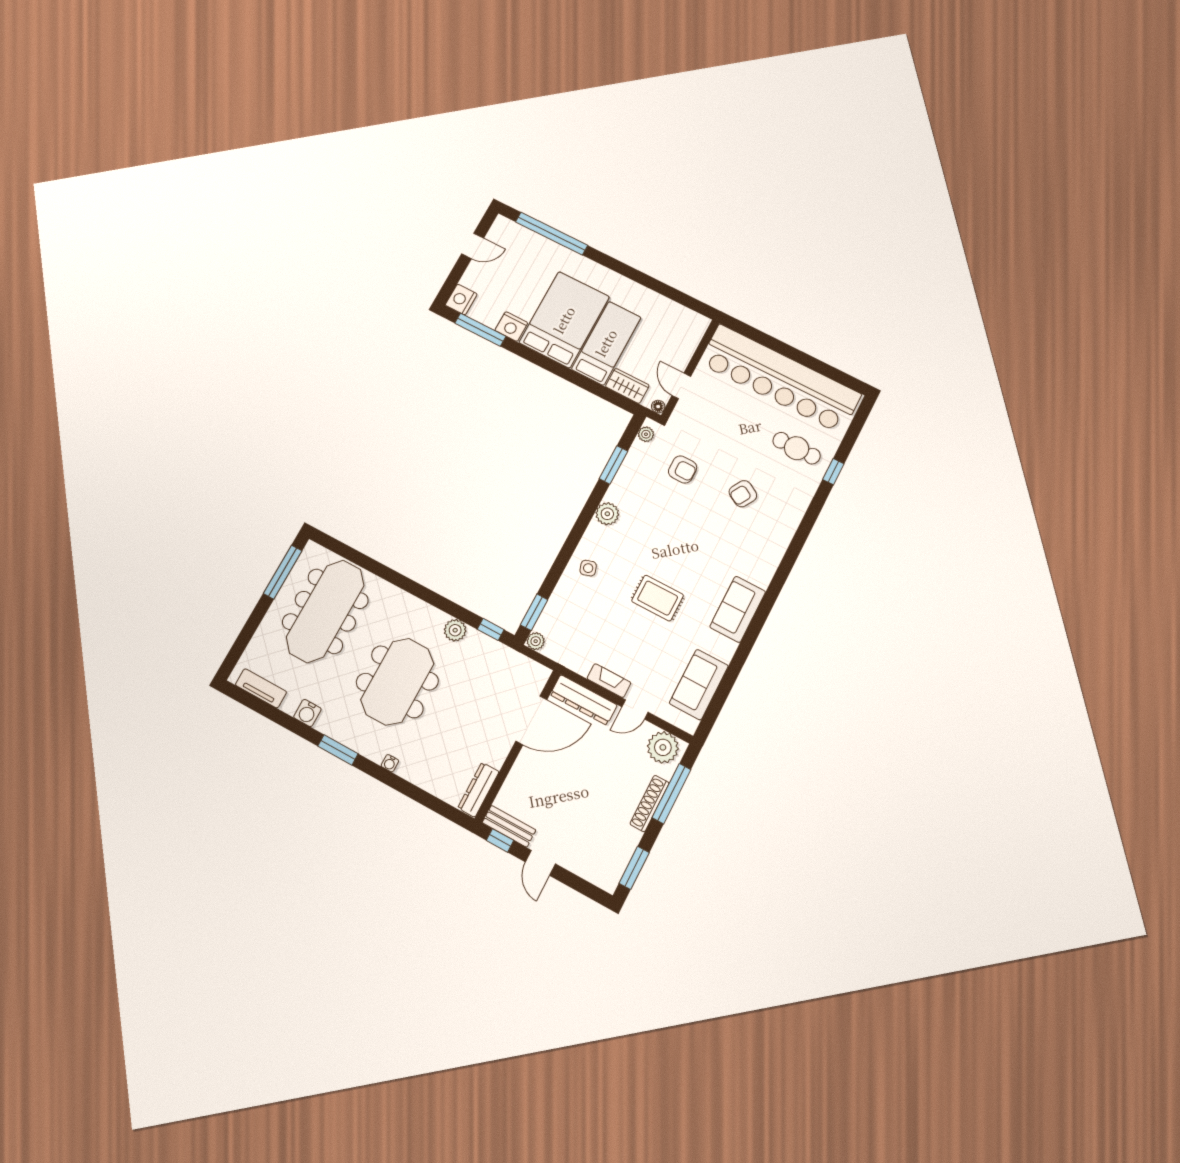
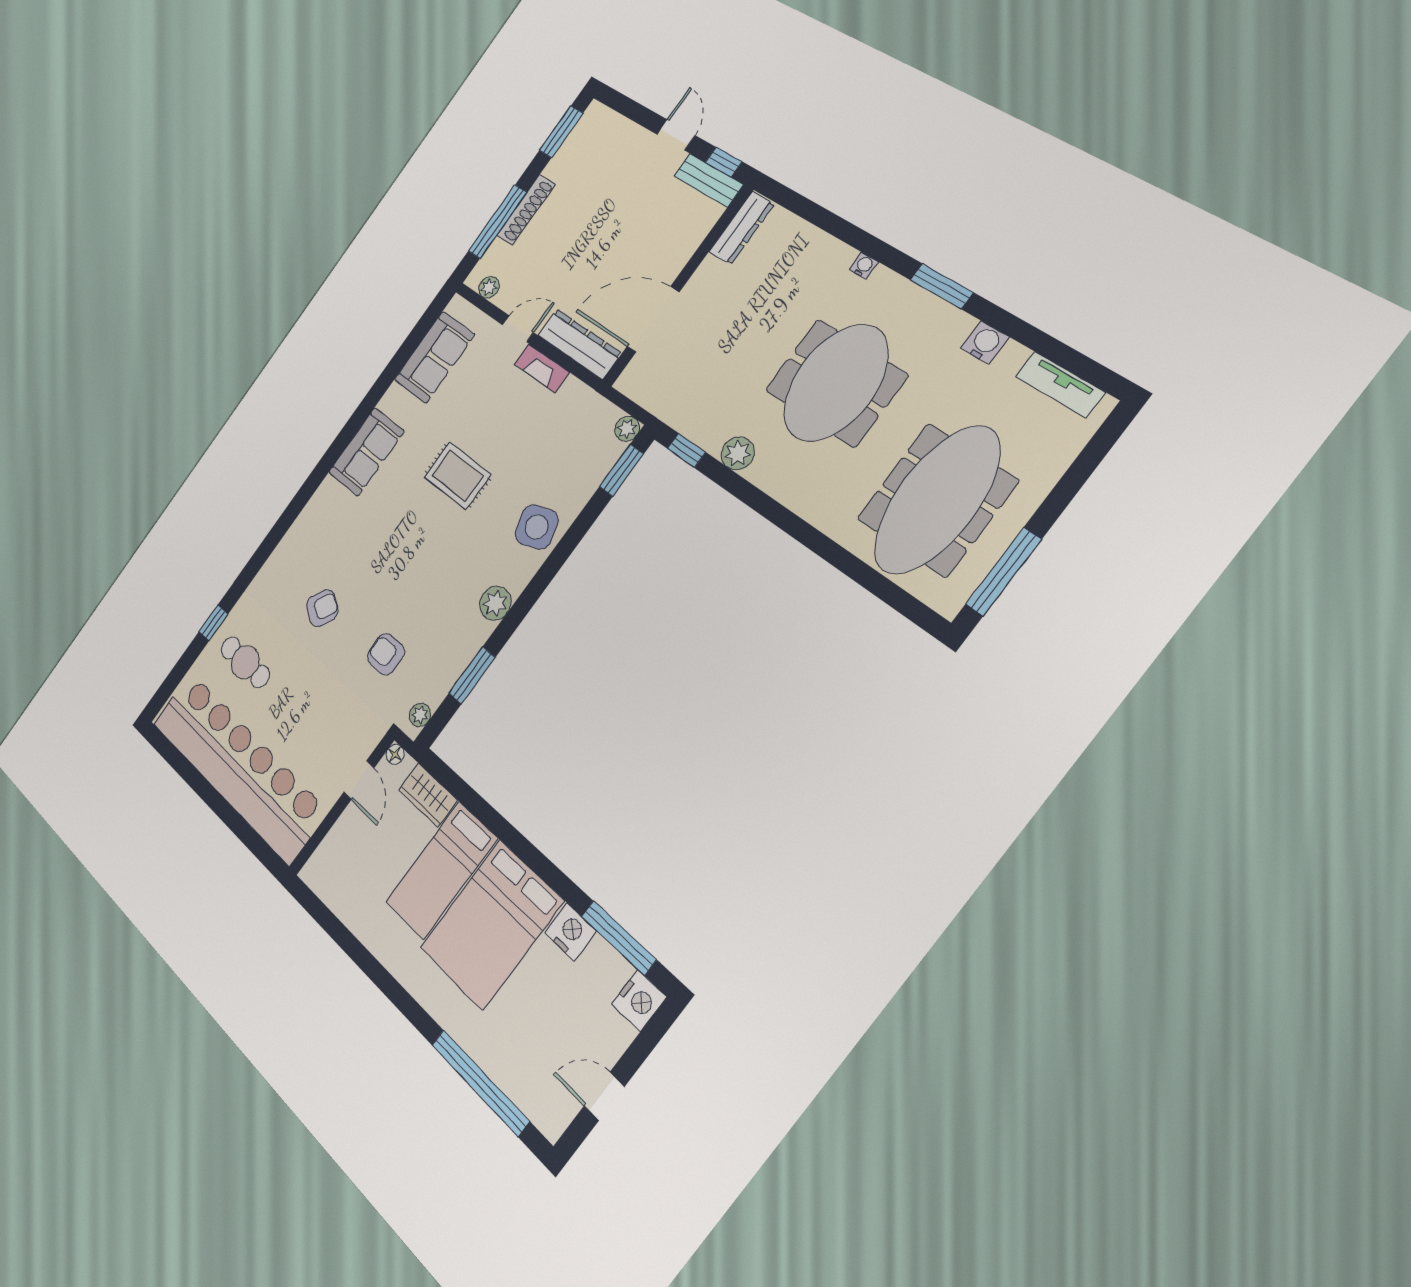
side table: (588, 568) -> (537, 527), width x1.87, depth x1.87
plant: (663, 747) -> (489, 287), width x0.53, depth x0.53

